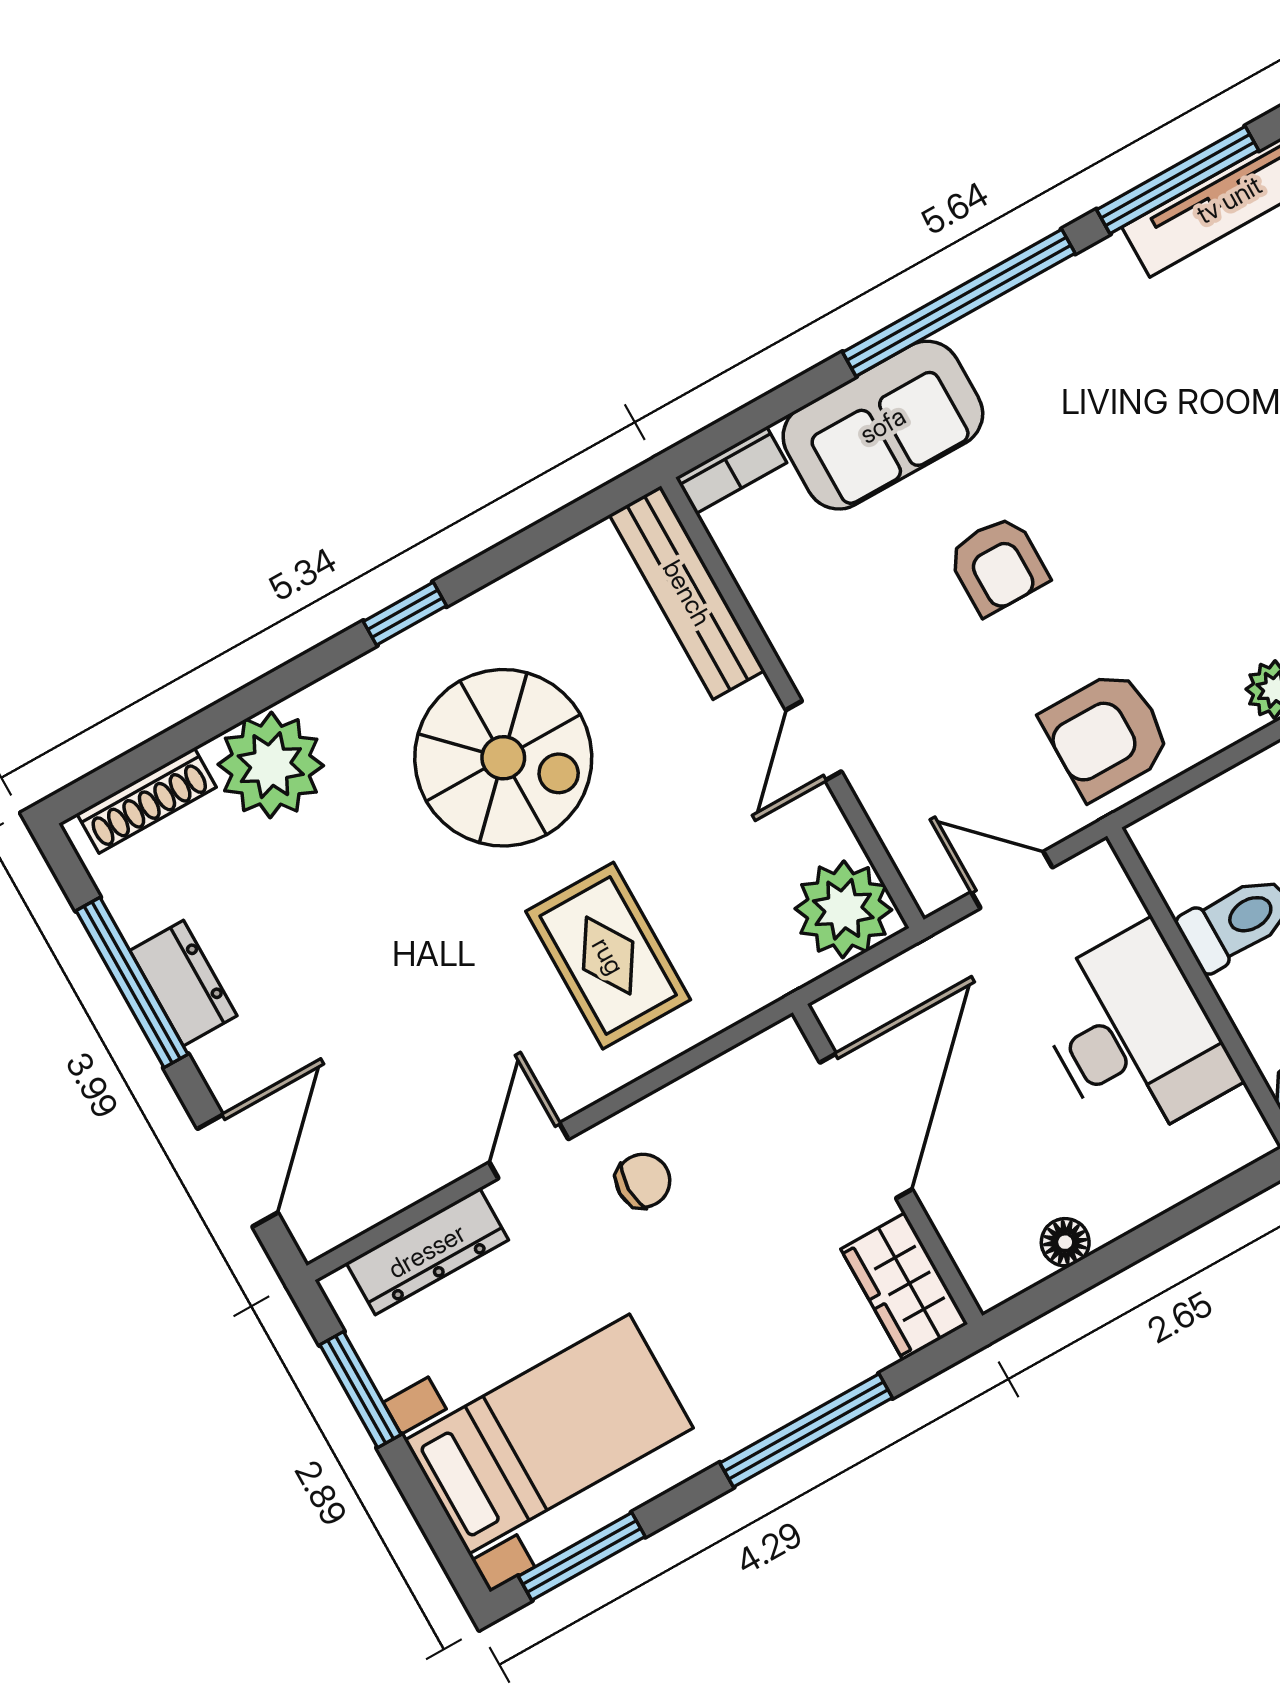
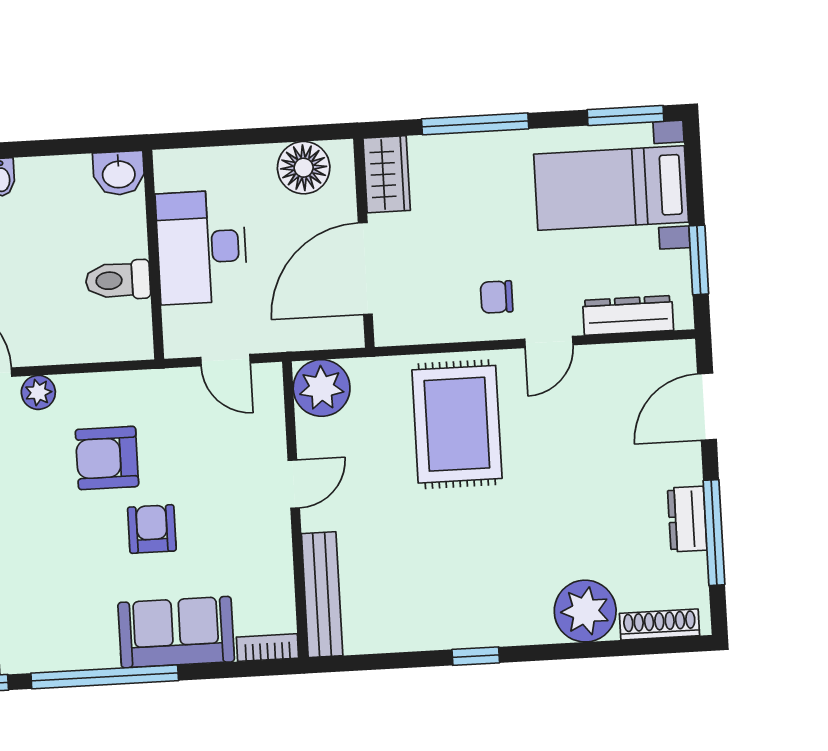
armchair: (1107, 735) -> (107, 458), moved, turned 180
spiral stairs: (503, 758) -> (461, 555), removed
rug: (608, 956) -> (457, 424), width x1.36, depth x1.43
floor lamp: (1065, 1242) -> (304, 168), width x1.89, depth x1.89

